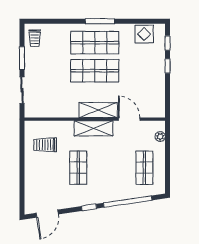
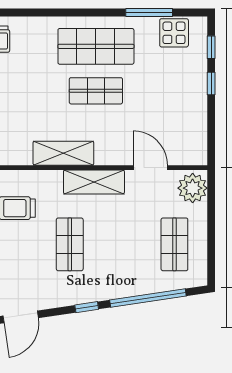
window: (100, 21) -> (149, 12), moved
shop shelf: (95, 71) -> (96, 91), width x0.70, depth x0.74
shelving: (98, 110) -> (63, 153), moved
plant: (160, 136) -> (193, 188), width x1.88, depth x1.88

